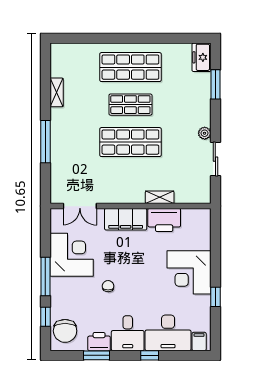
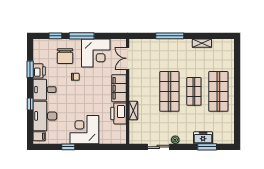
freezer: (202, 57) -> (203, 138), moved
chair: (65, 331) -> (65, 56), moved, turned -90

